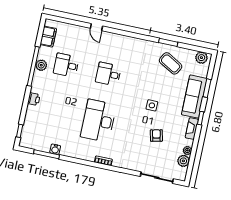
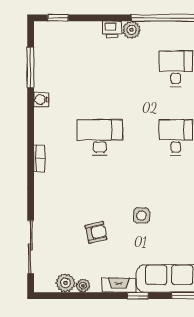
plant: (41, 65) -> (132, 30), moved
desk: (98, 121) -> (100, 137), width x0.73, depth x0.77
water cooler: (55, 149) -> (41, 100), moved

